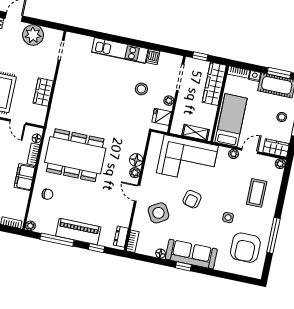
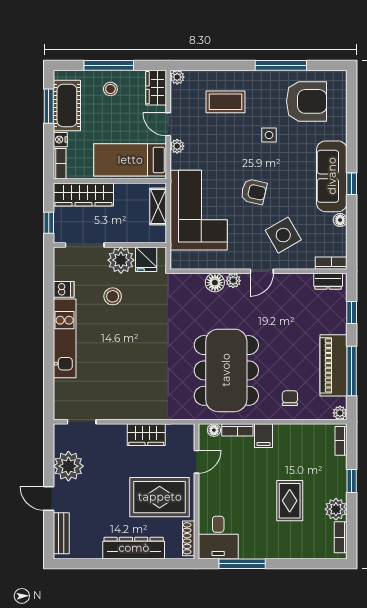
plant: (169, 101) -> (121, 260), width x1.87, depth x1.87
filing cabinet: (25, 177) -> (263, 436), width x0.50
piano: (78, 231) -> (333, 365), moved

